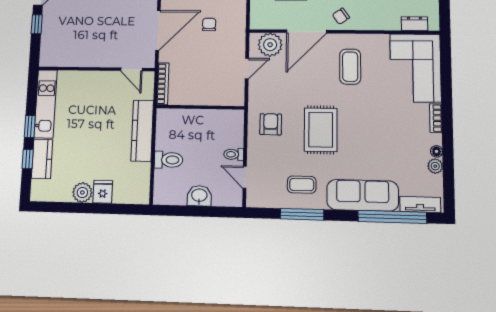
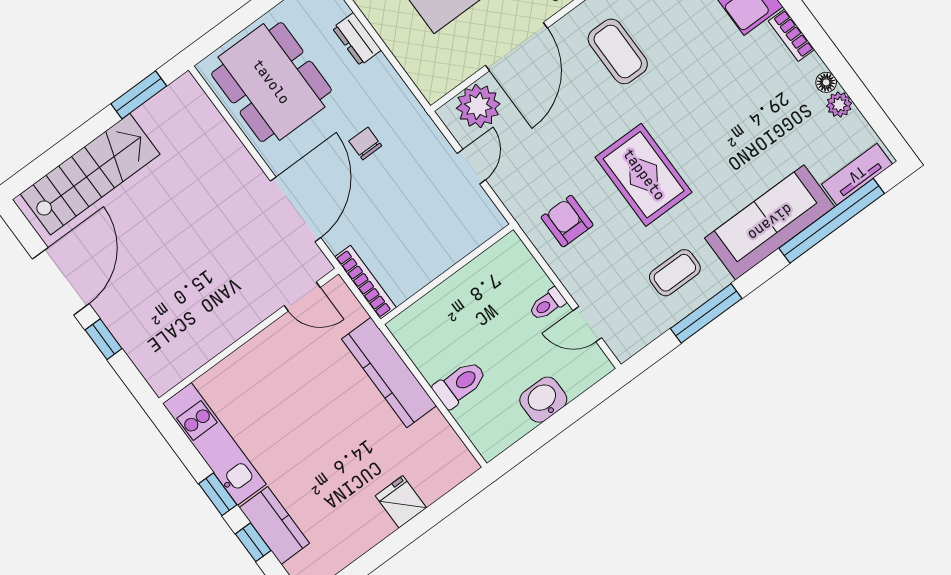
plant: (82, 192) -> (372, 526), removed

